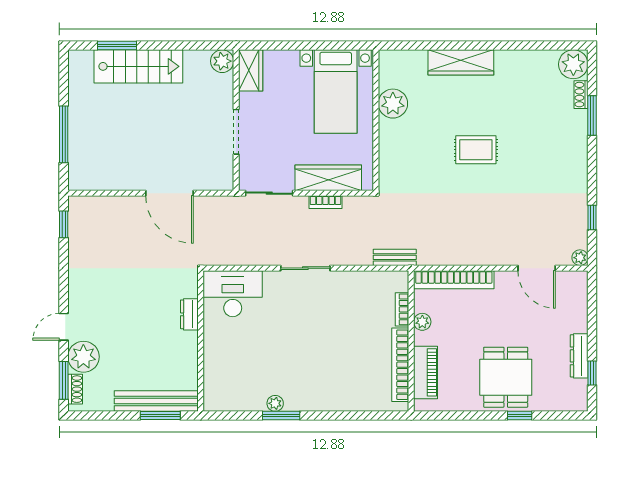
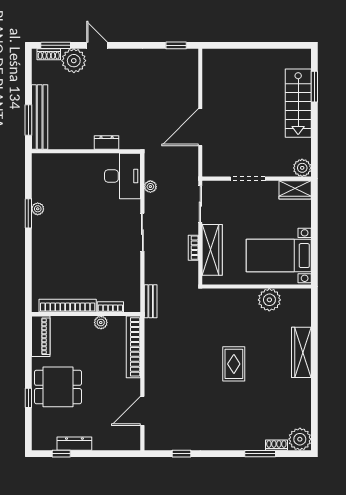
window: (64, 134) -> (246, 45), removed
plant: (580, 258) -> (150, 187), moved
piano: (425, 372) -> (41, 336), moved, turned -90

